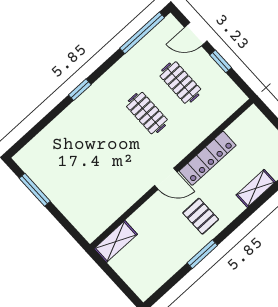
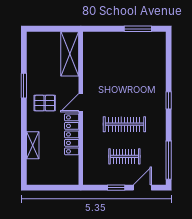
clothes rail: (147, 113) -> (124, 124), width x1.36
shelving: (116, 241) -> (70, 54), width x1.50, depth x1.33

